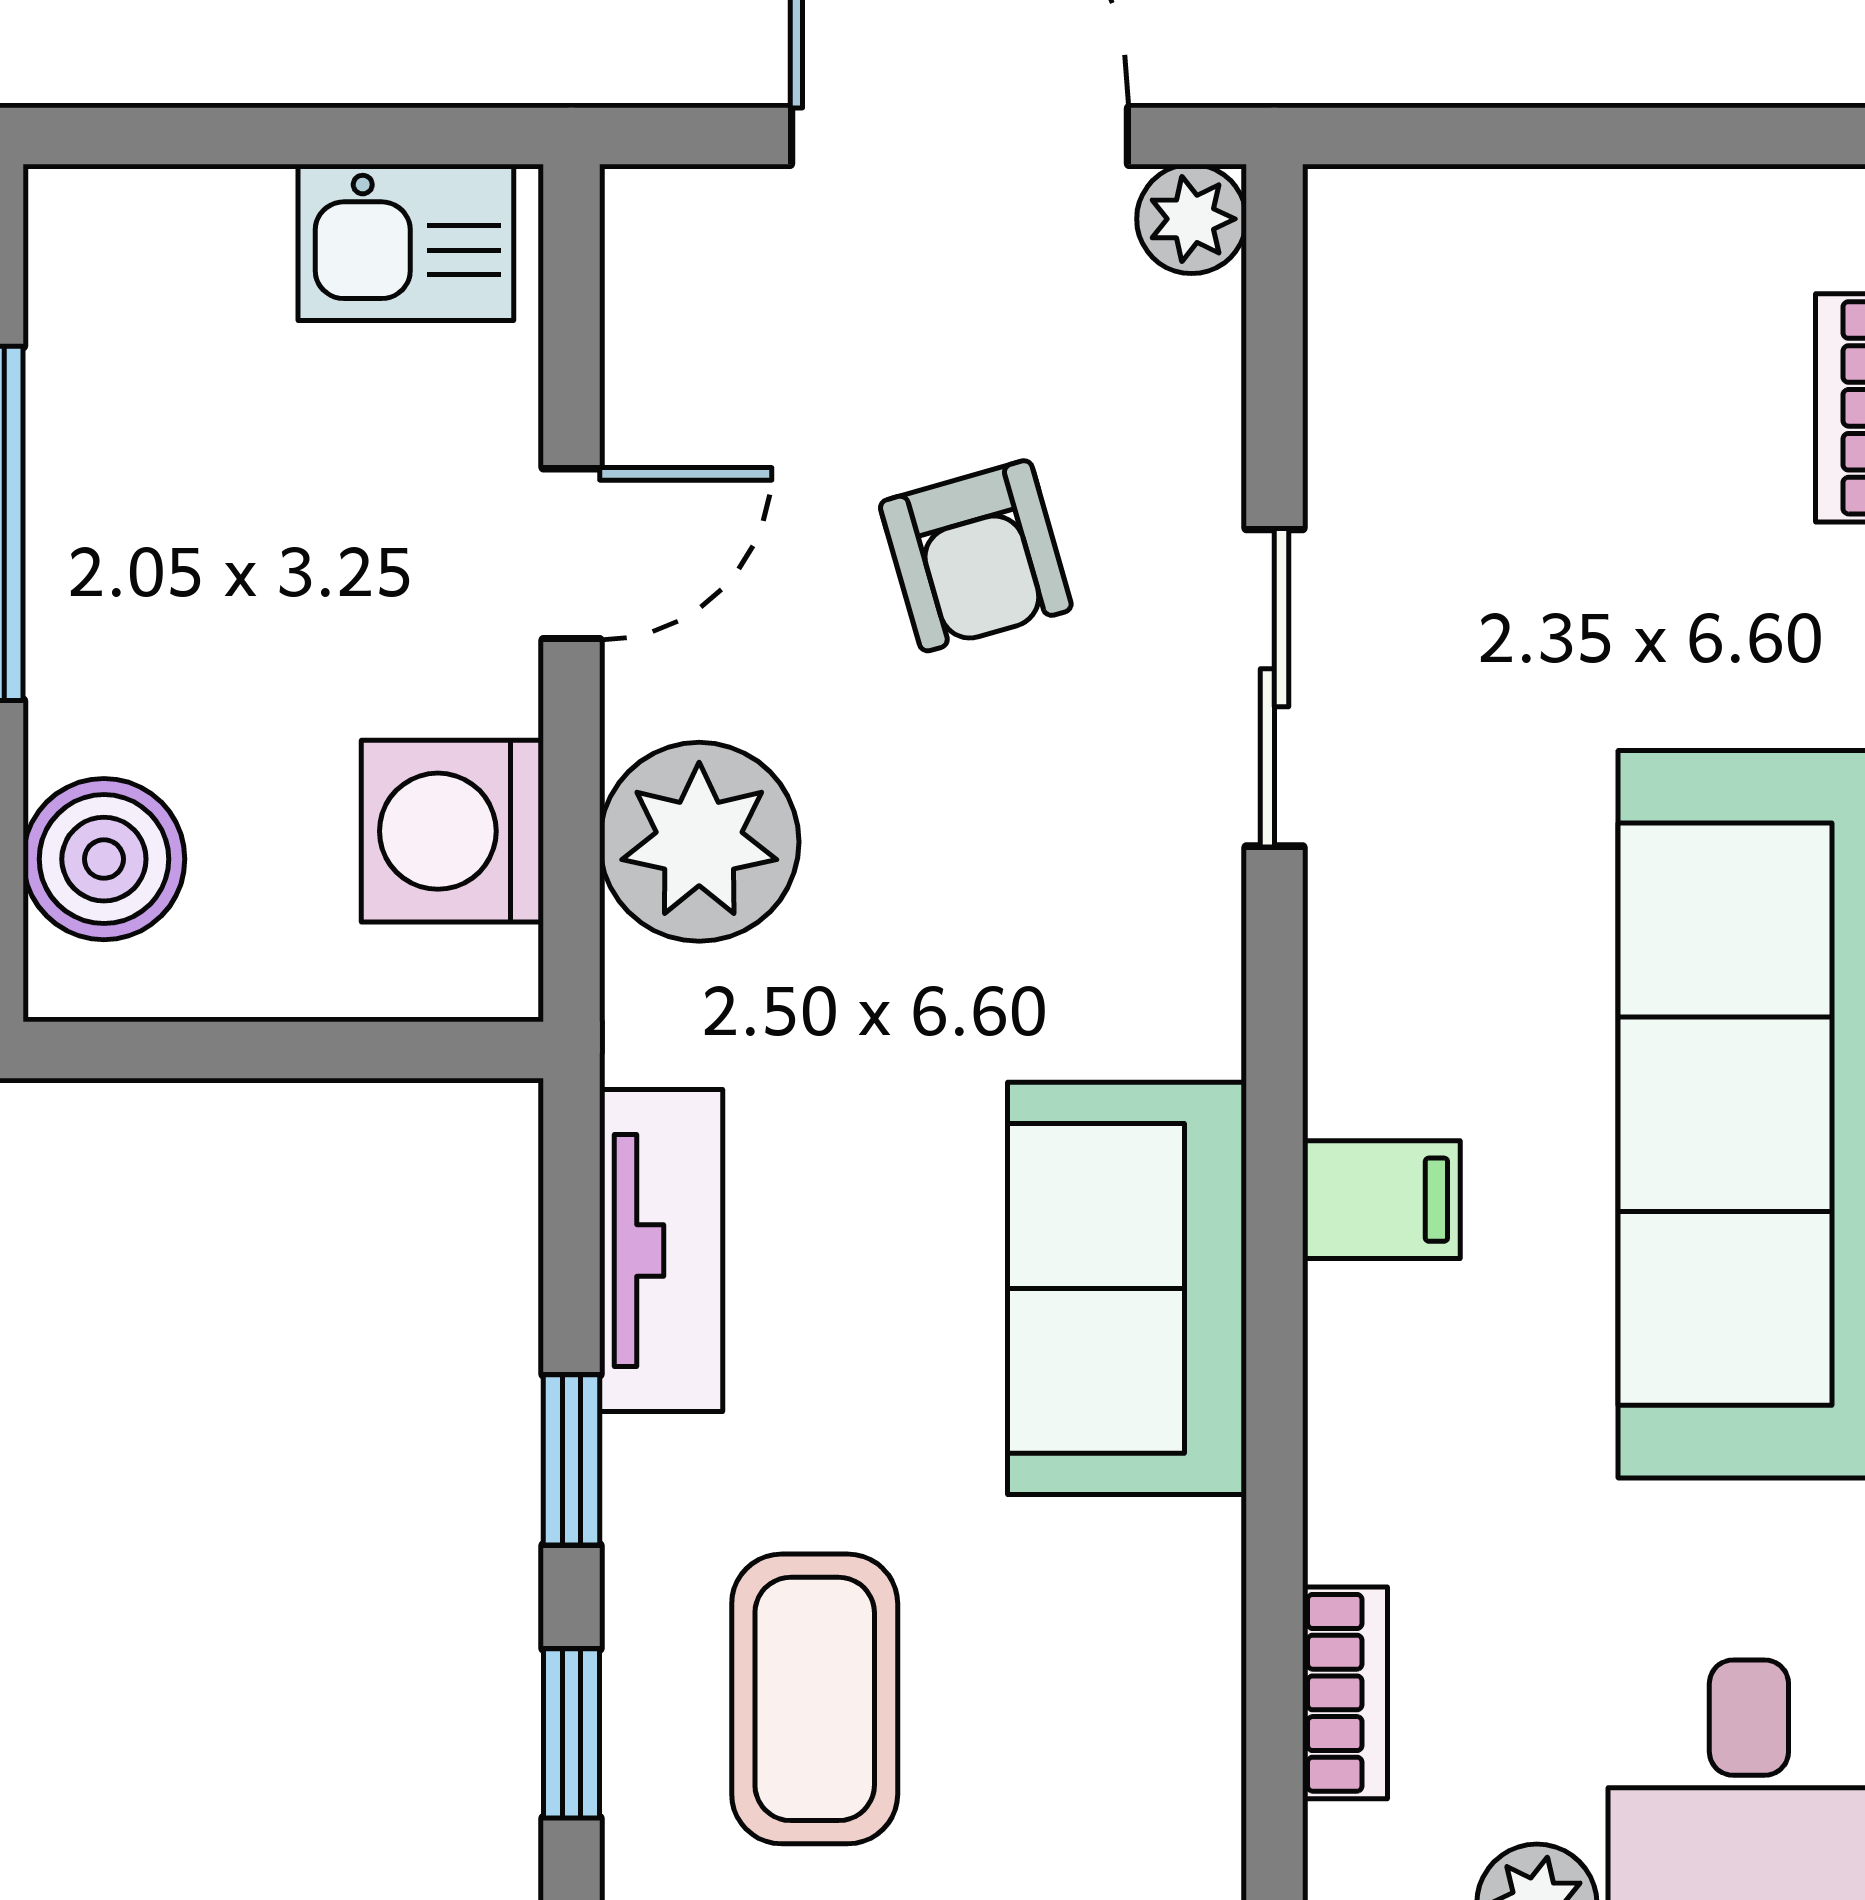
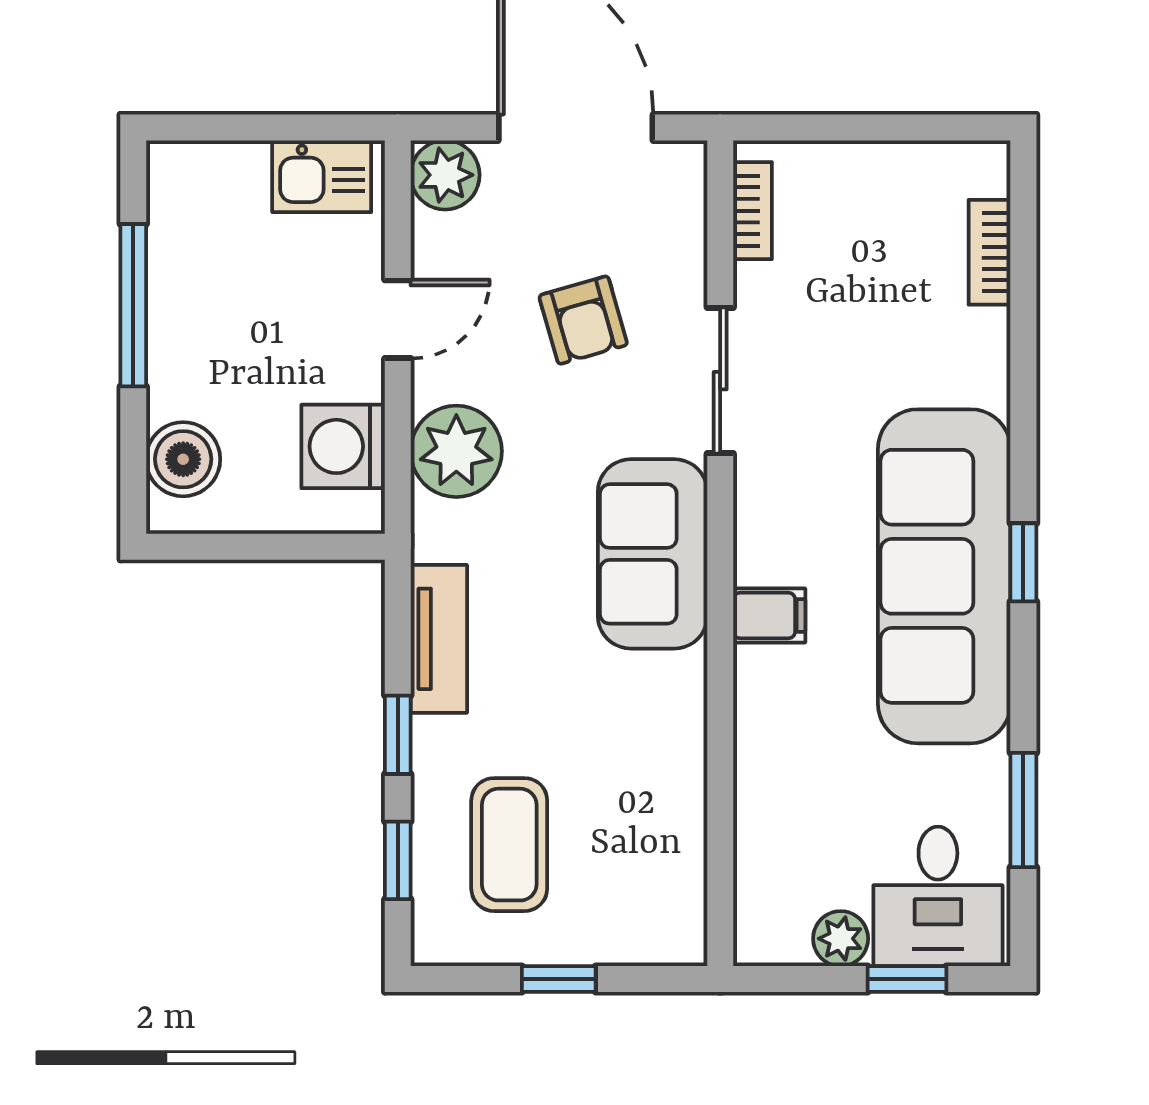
plant: (1192, 219) -> (445, 175), moved, width x1.38, depth x1.38
sofa: (1127, 1288) -> (653, 554), moved
bookcase: (1345, 1693) -> (753, 211), moved

